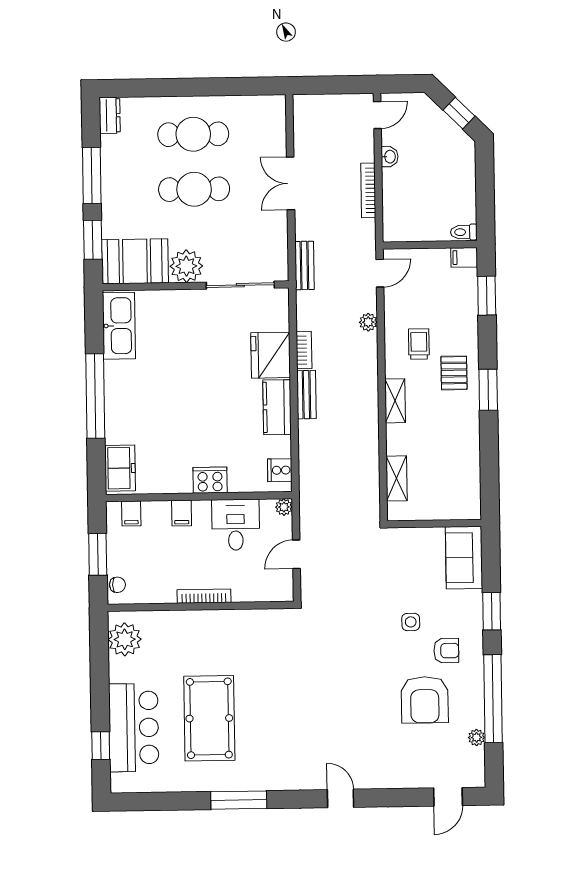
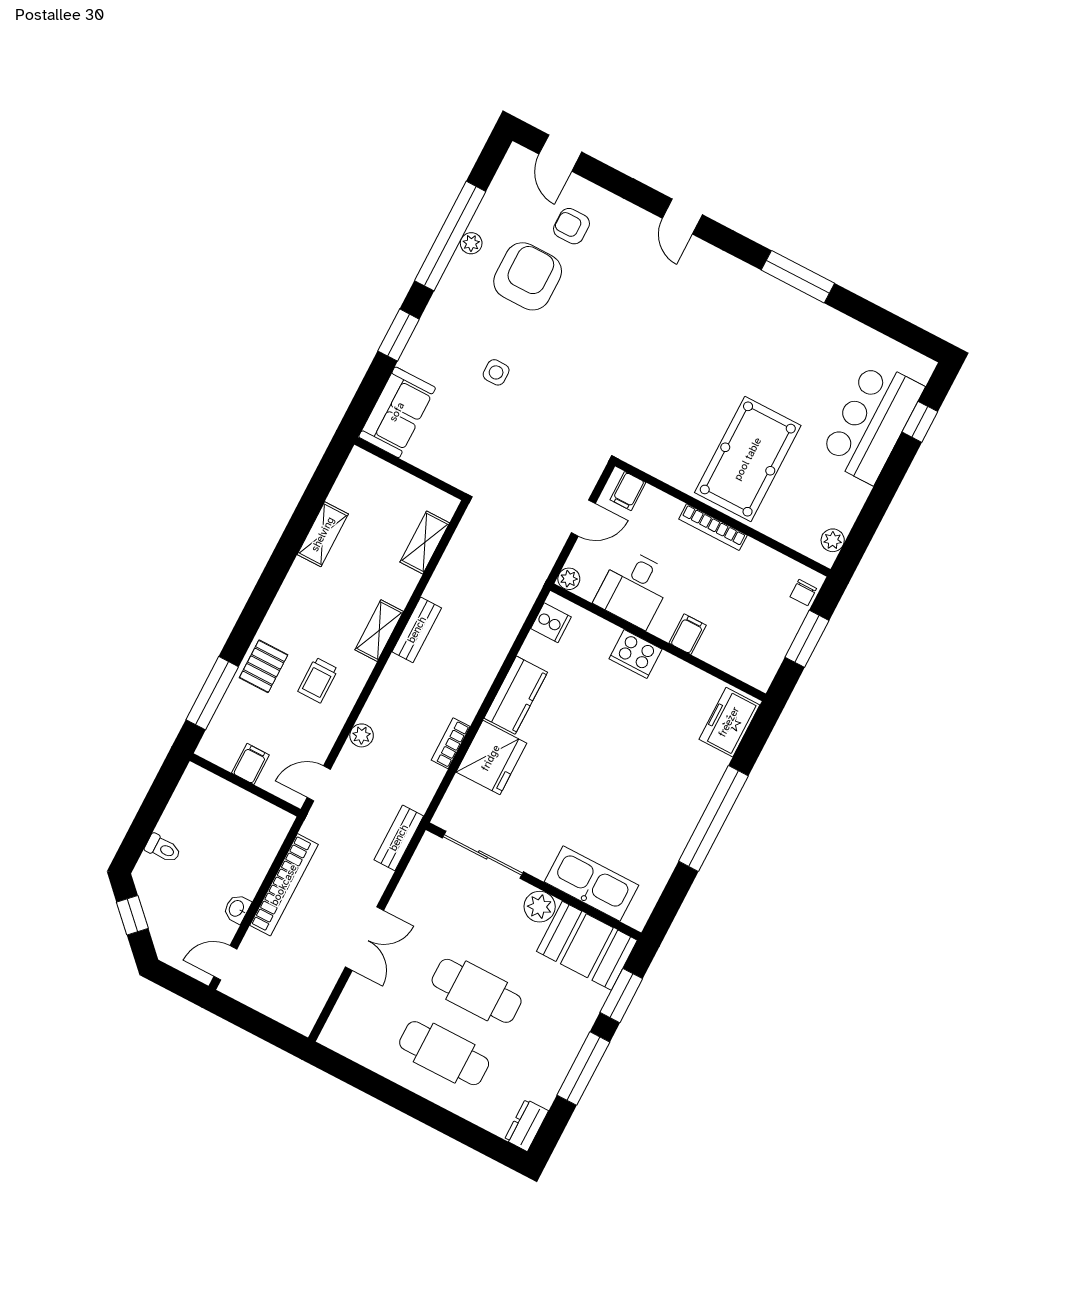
bookcase: (368, 190) -> (284, 885), width x1.48, depth x1.31
toilet: (464, 232) -> (163, 849), moved
filing cabinet: (464, 257) -> (250, 764), moved, turned -90
plant: (186, 266) -> (540, 907), width x0.73, depth x0.73
window: (487, 296) -> (212, 693), width x1.44
kitchen sink: (119, 326) -> (591, 884), moved, turned 90
pallet: (454, 373) -> (264, 666), moved
window: (488, 390) -> (268, 586), removed
bench: (306, 395) -> (417, 630), moved
shelving: (470, 446) -> (323, 534), added
filing cabinet: (131, 513) -> (628, 491), moved, turned 180
chair: (117, 585) -> (803, 593), turned -90
plant: (125, 639) -> (833, 540), width x0.53, depth x0.53
armchair: (446, 651) -> (571, 226), moved
pool table: (209, 718) -> (748, 459), moved
plant: (476, 737) -> (471, 243), moved
door: (448, 797) -> (560, 153), swing flipped

